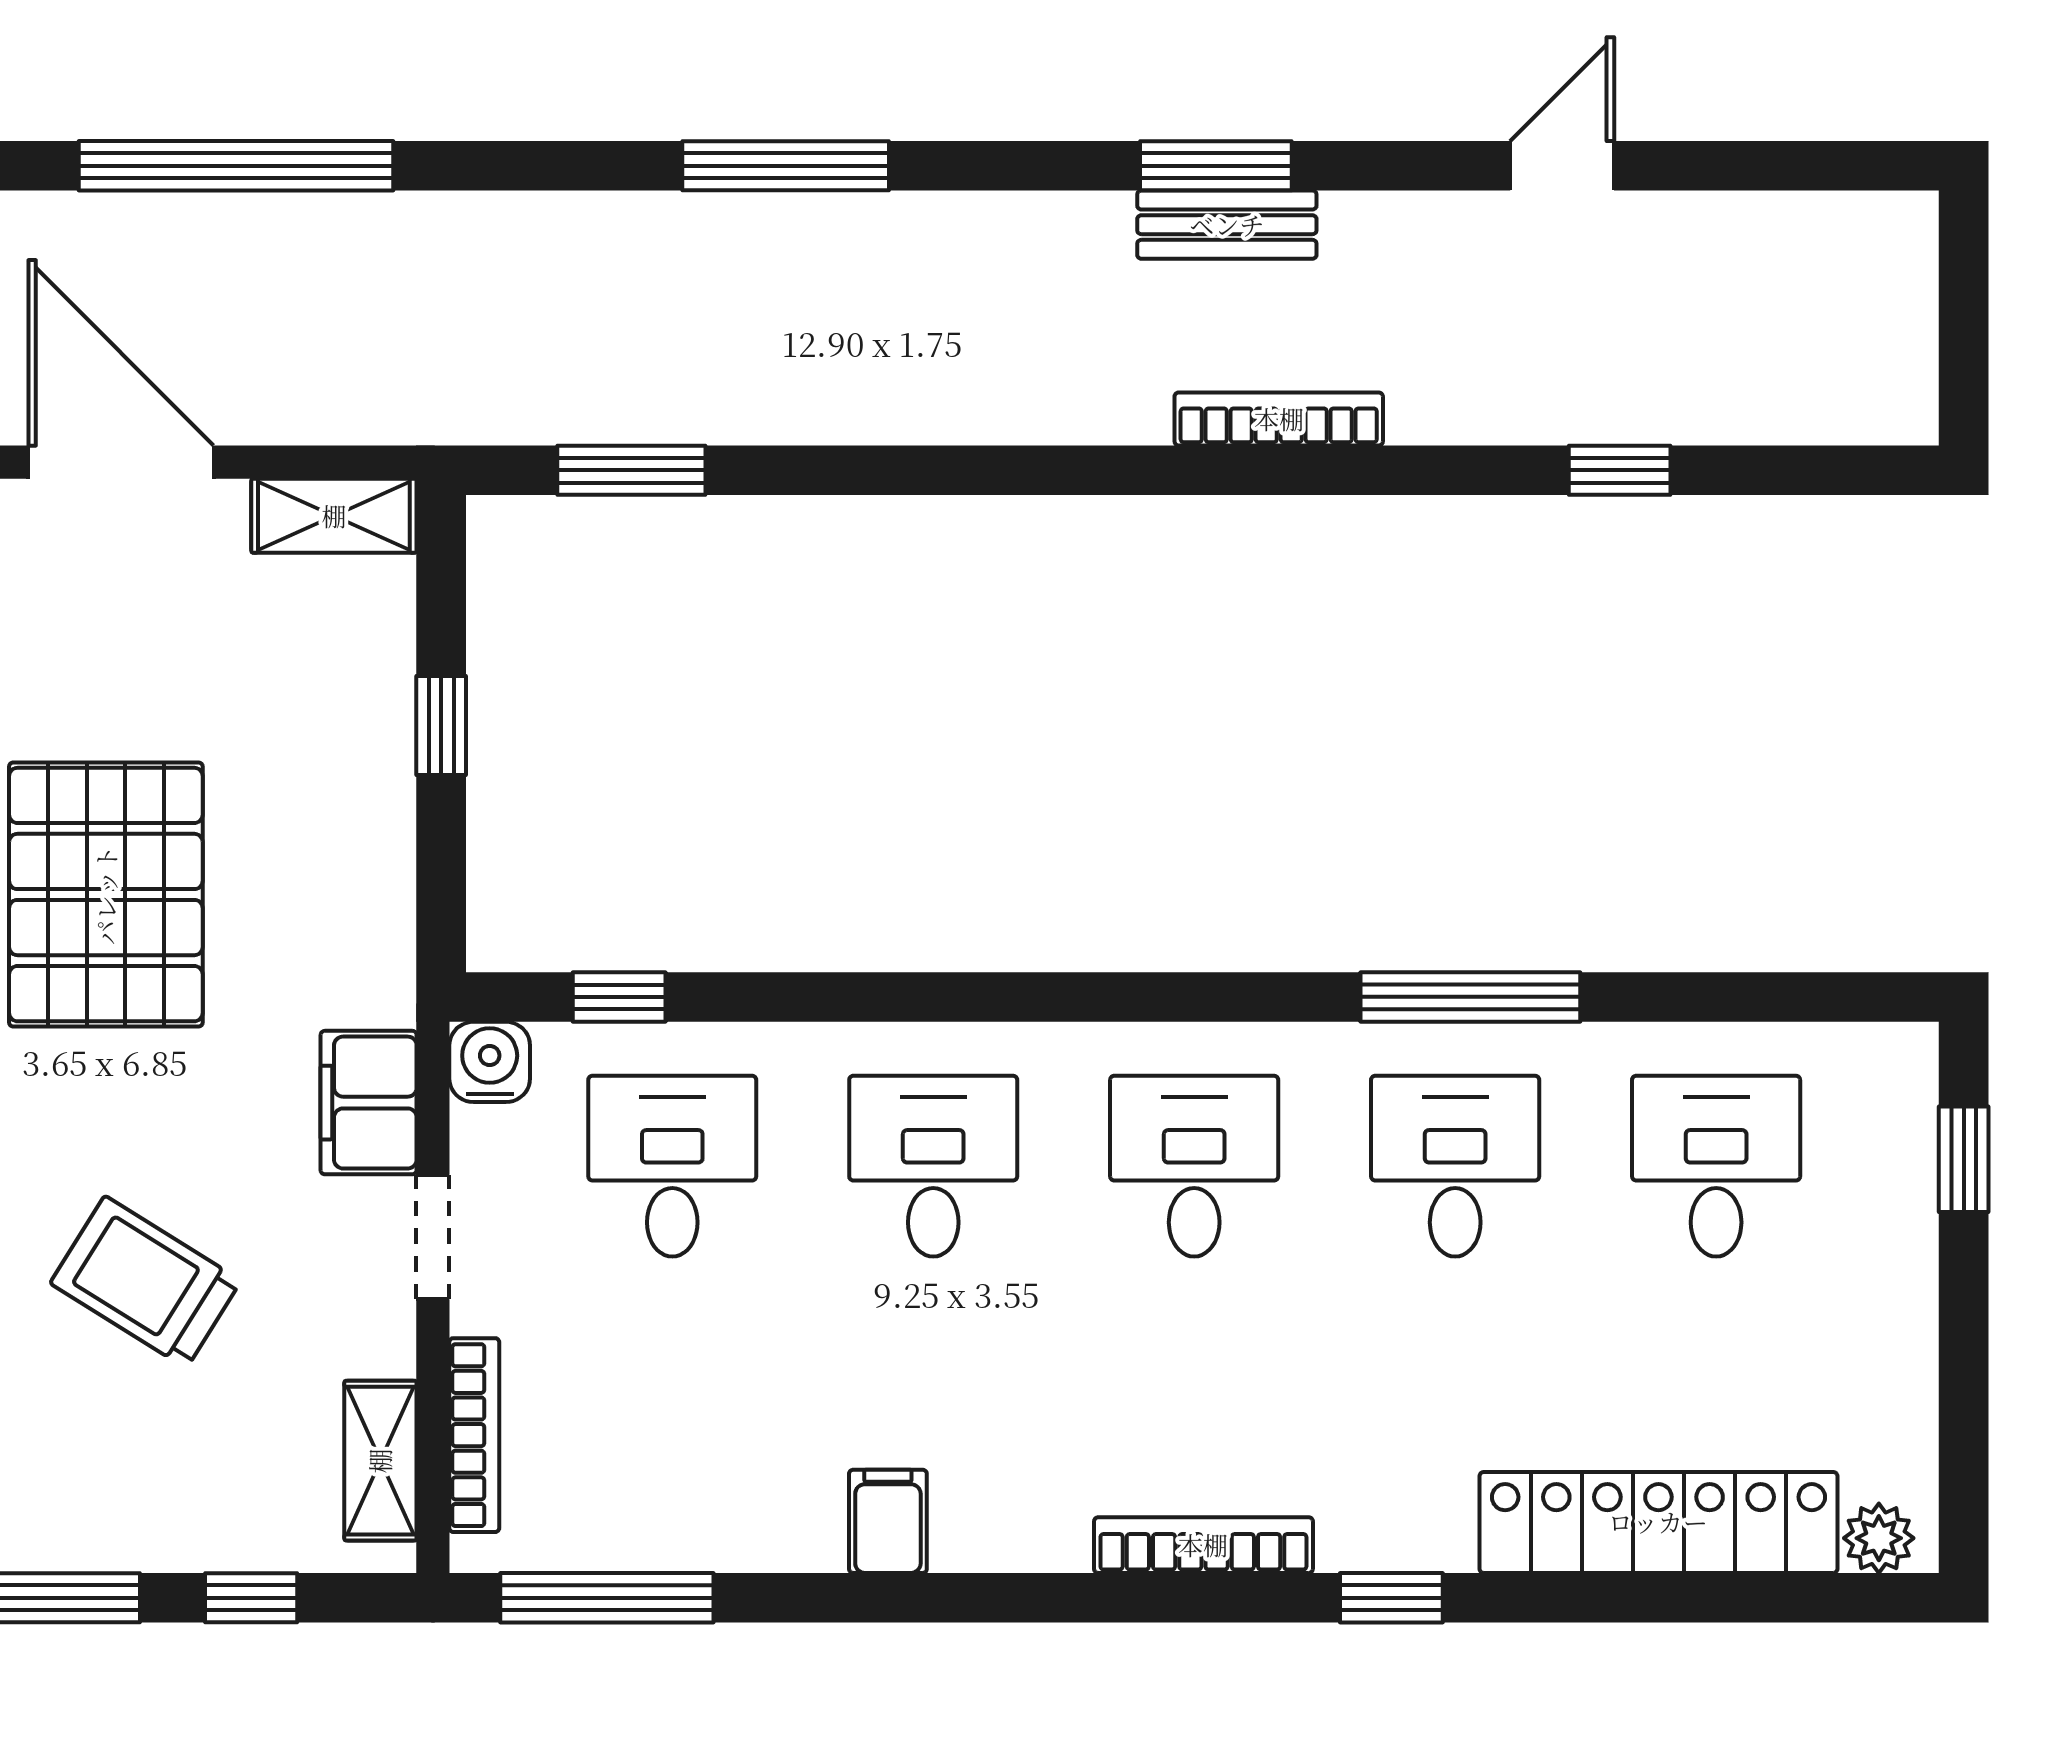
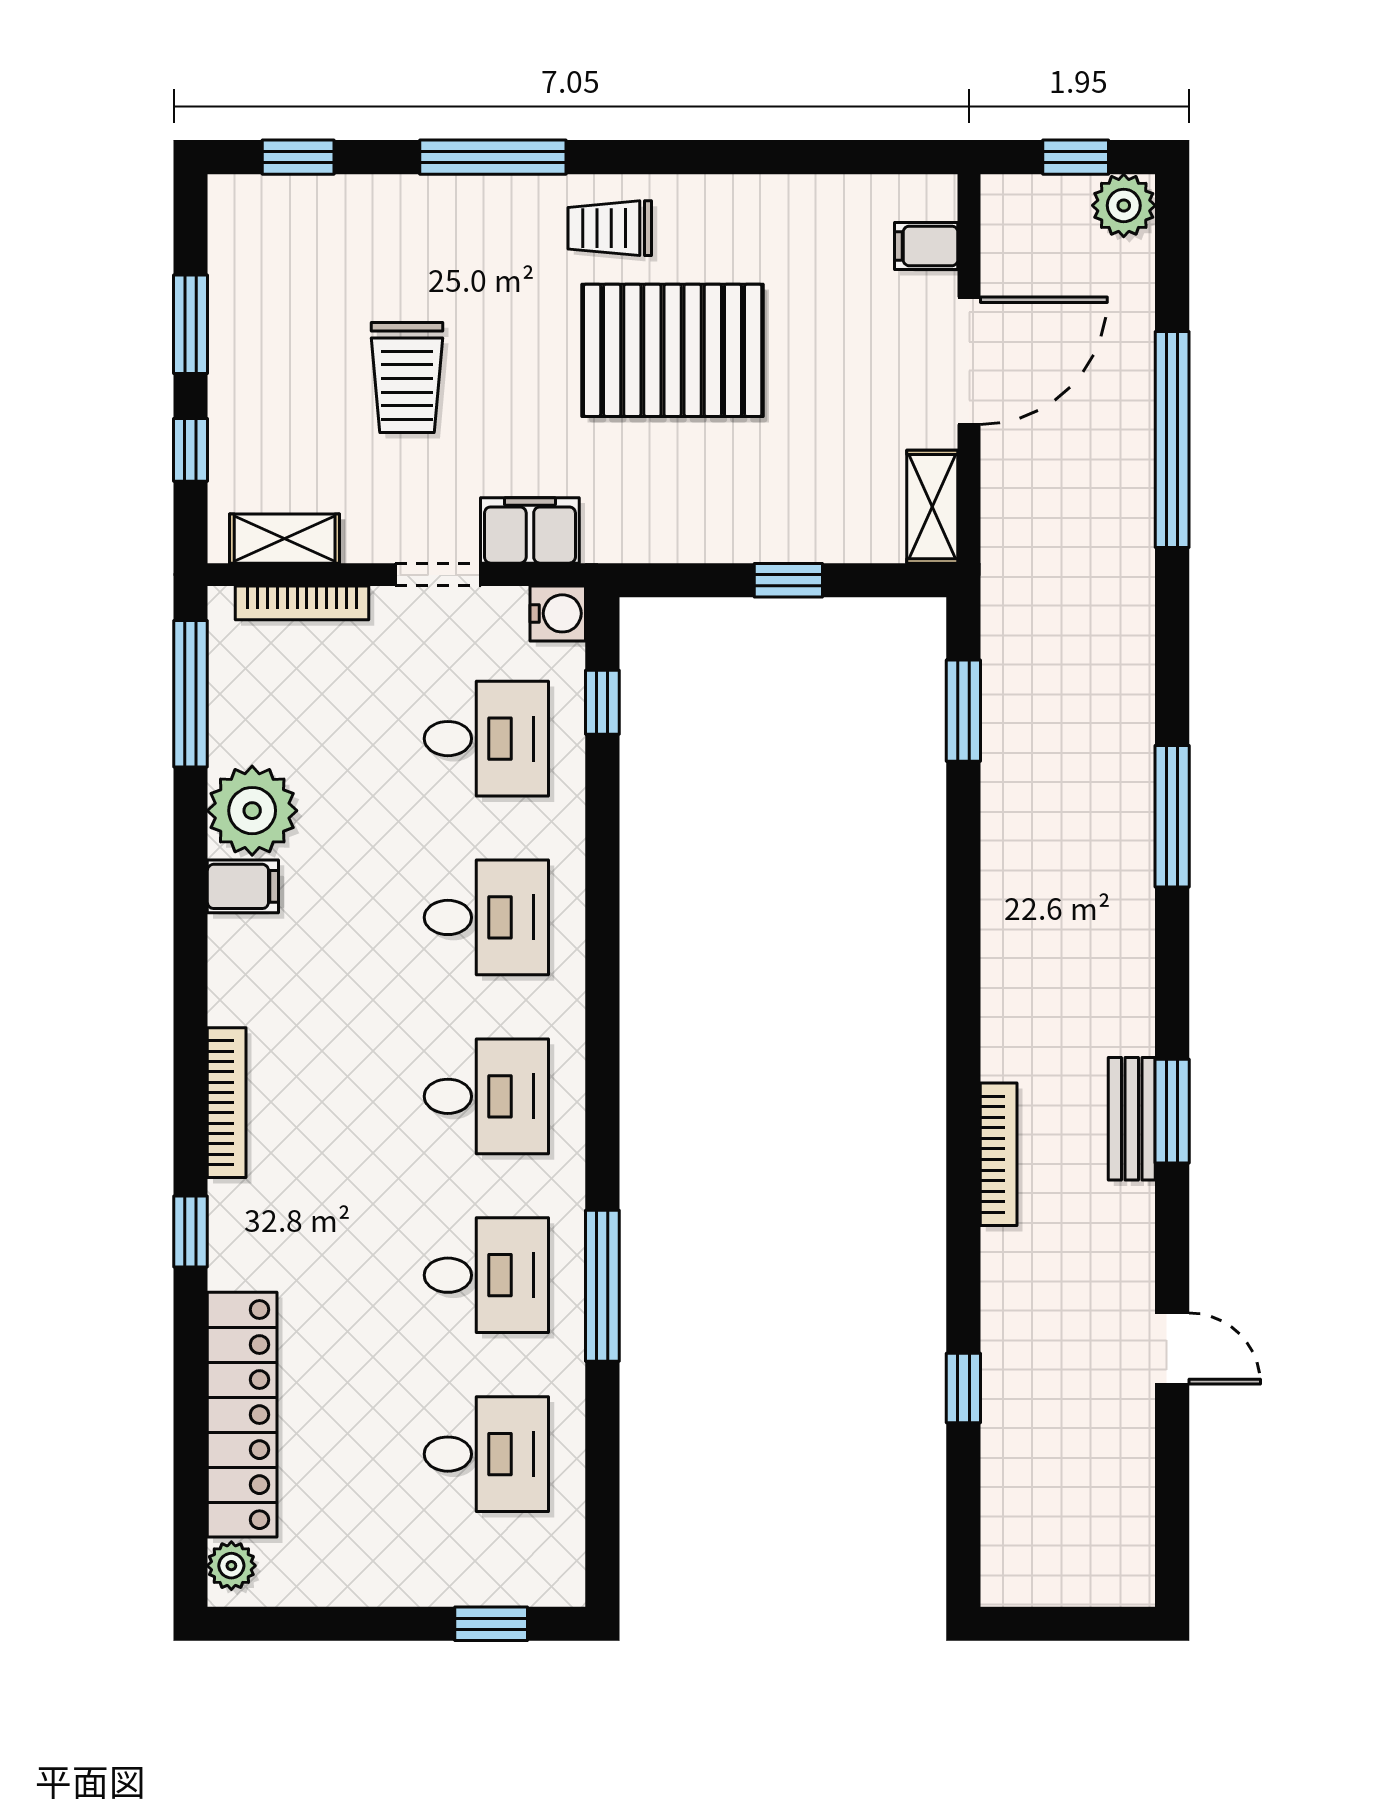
trolley: (146, 1282) -> (407, 378), turned 148
plant: (777, 1508) -> (252, 811), added

